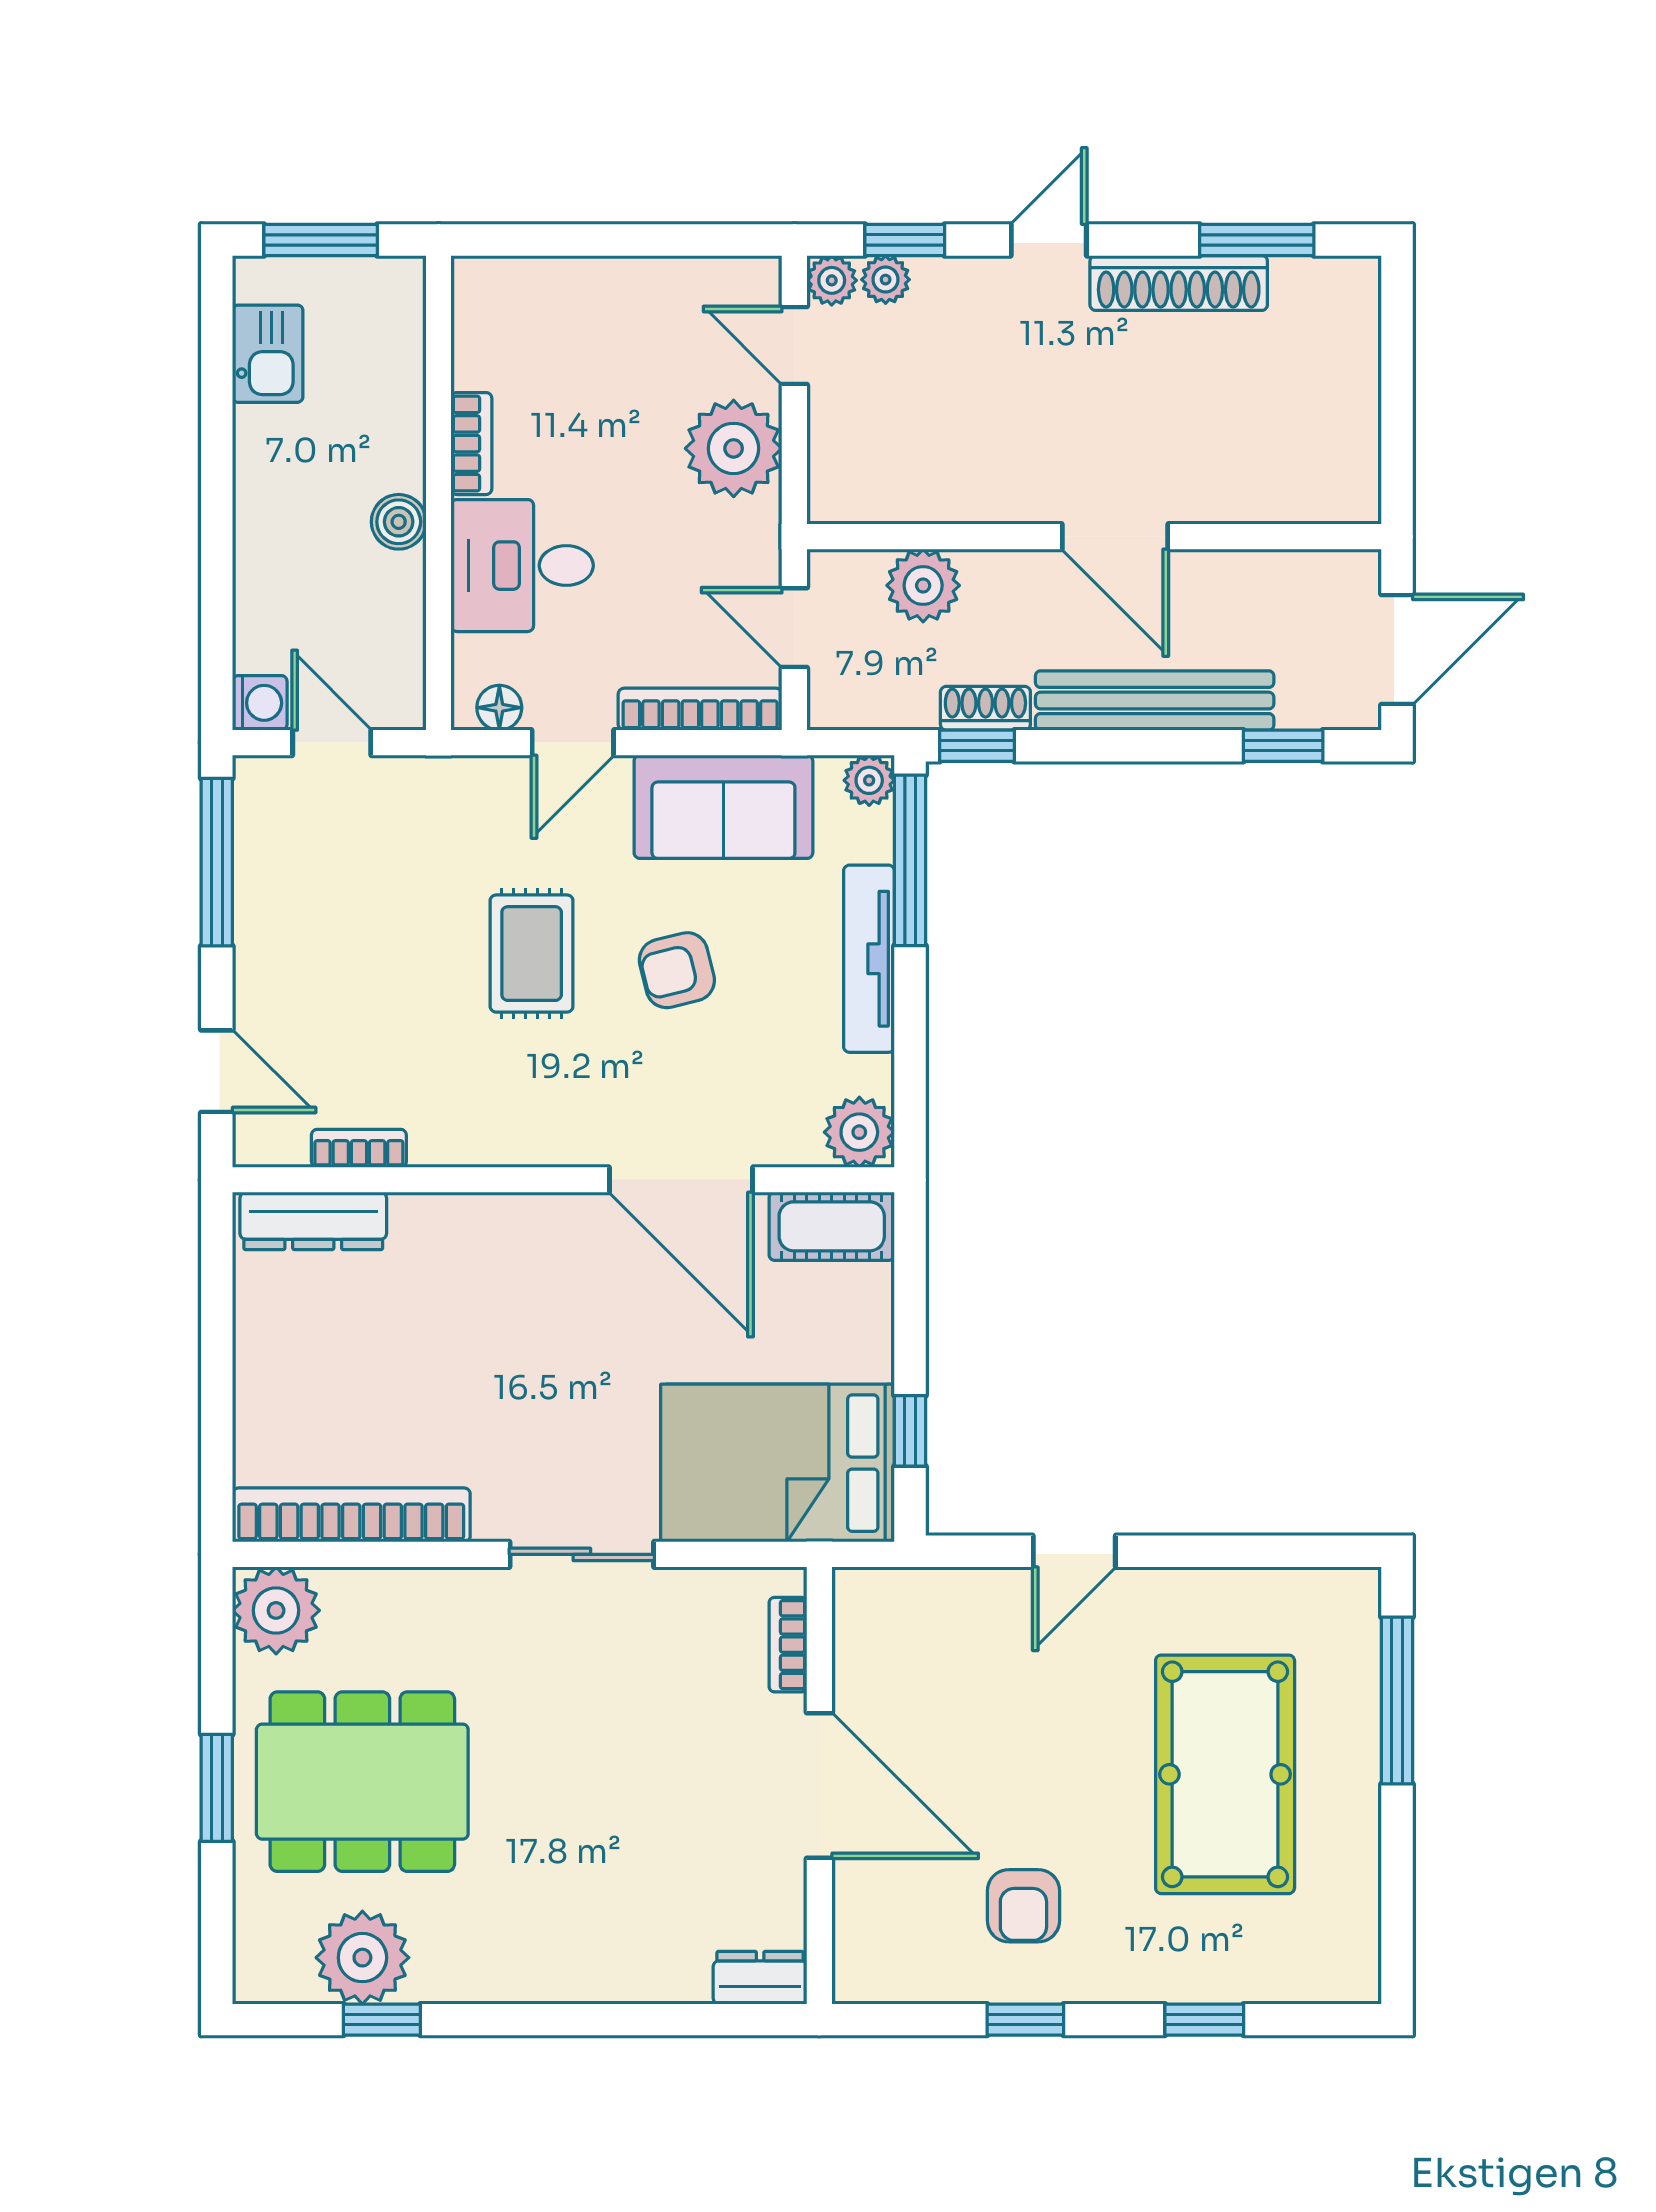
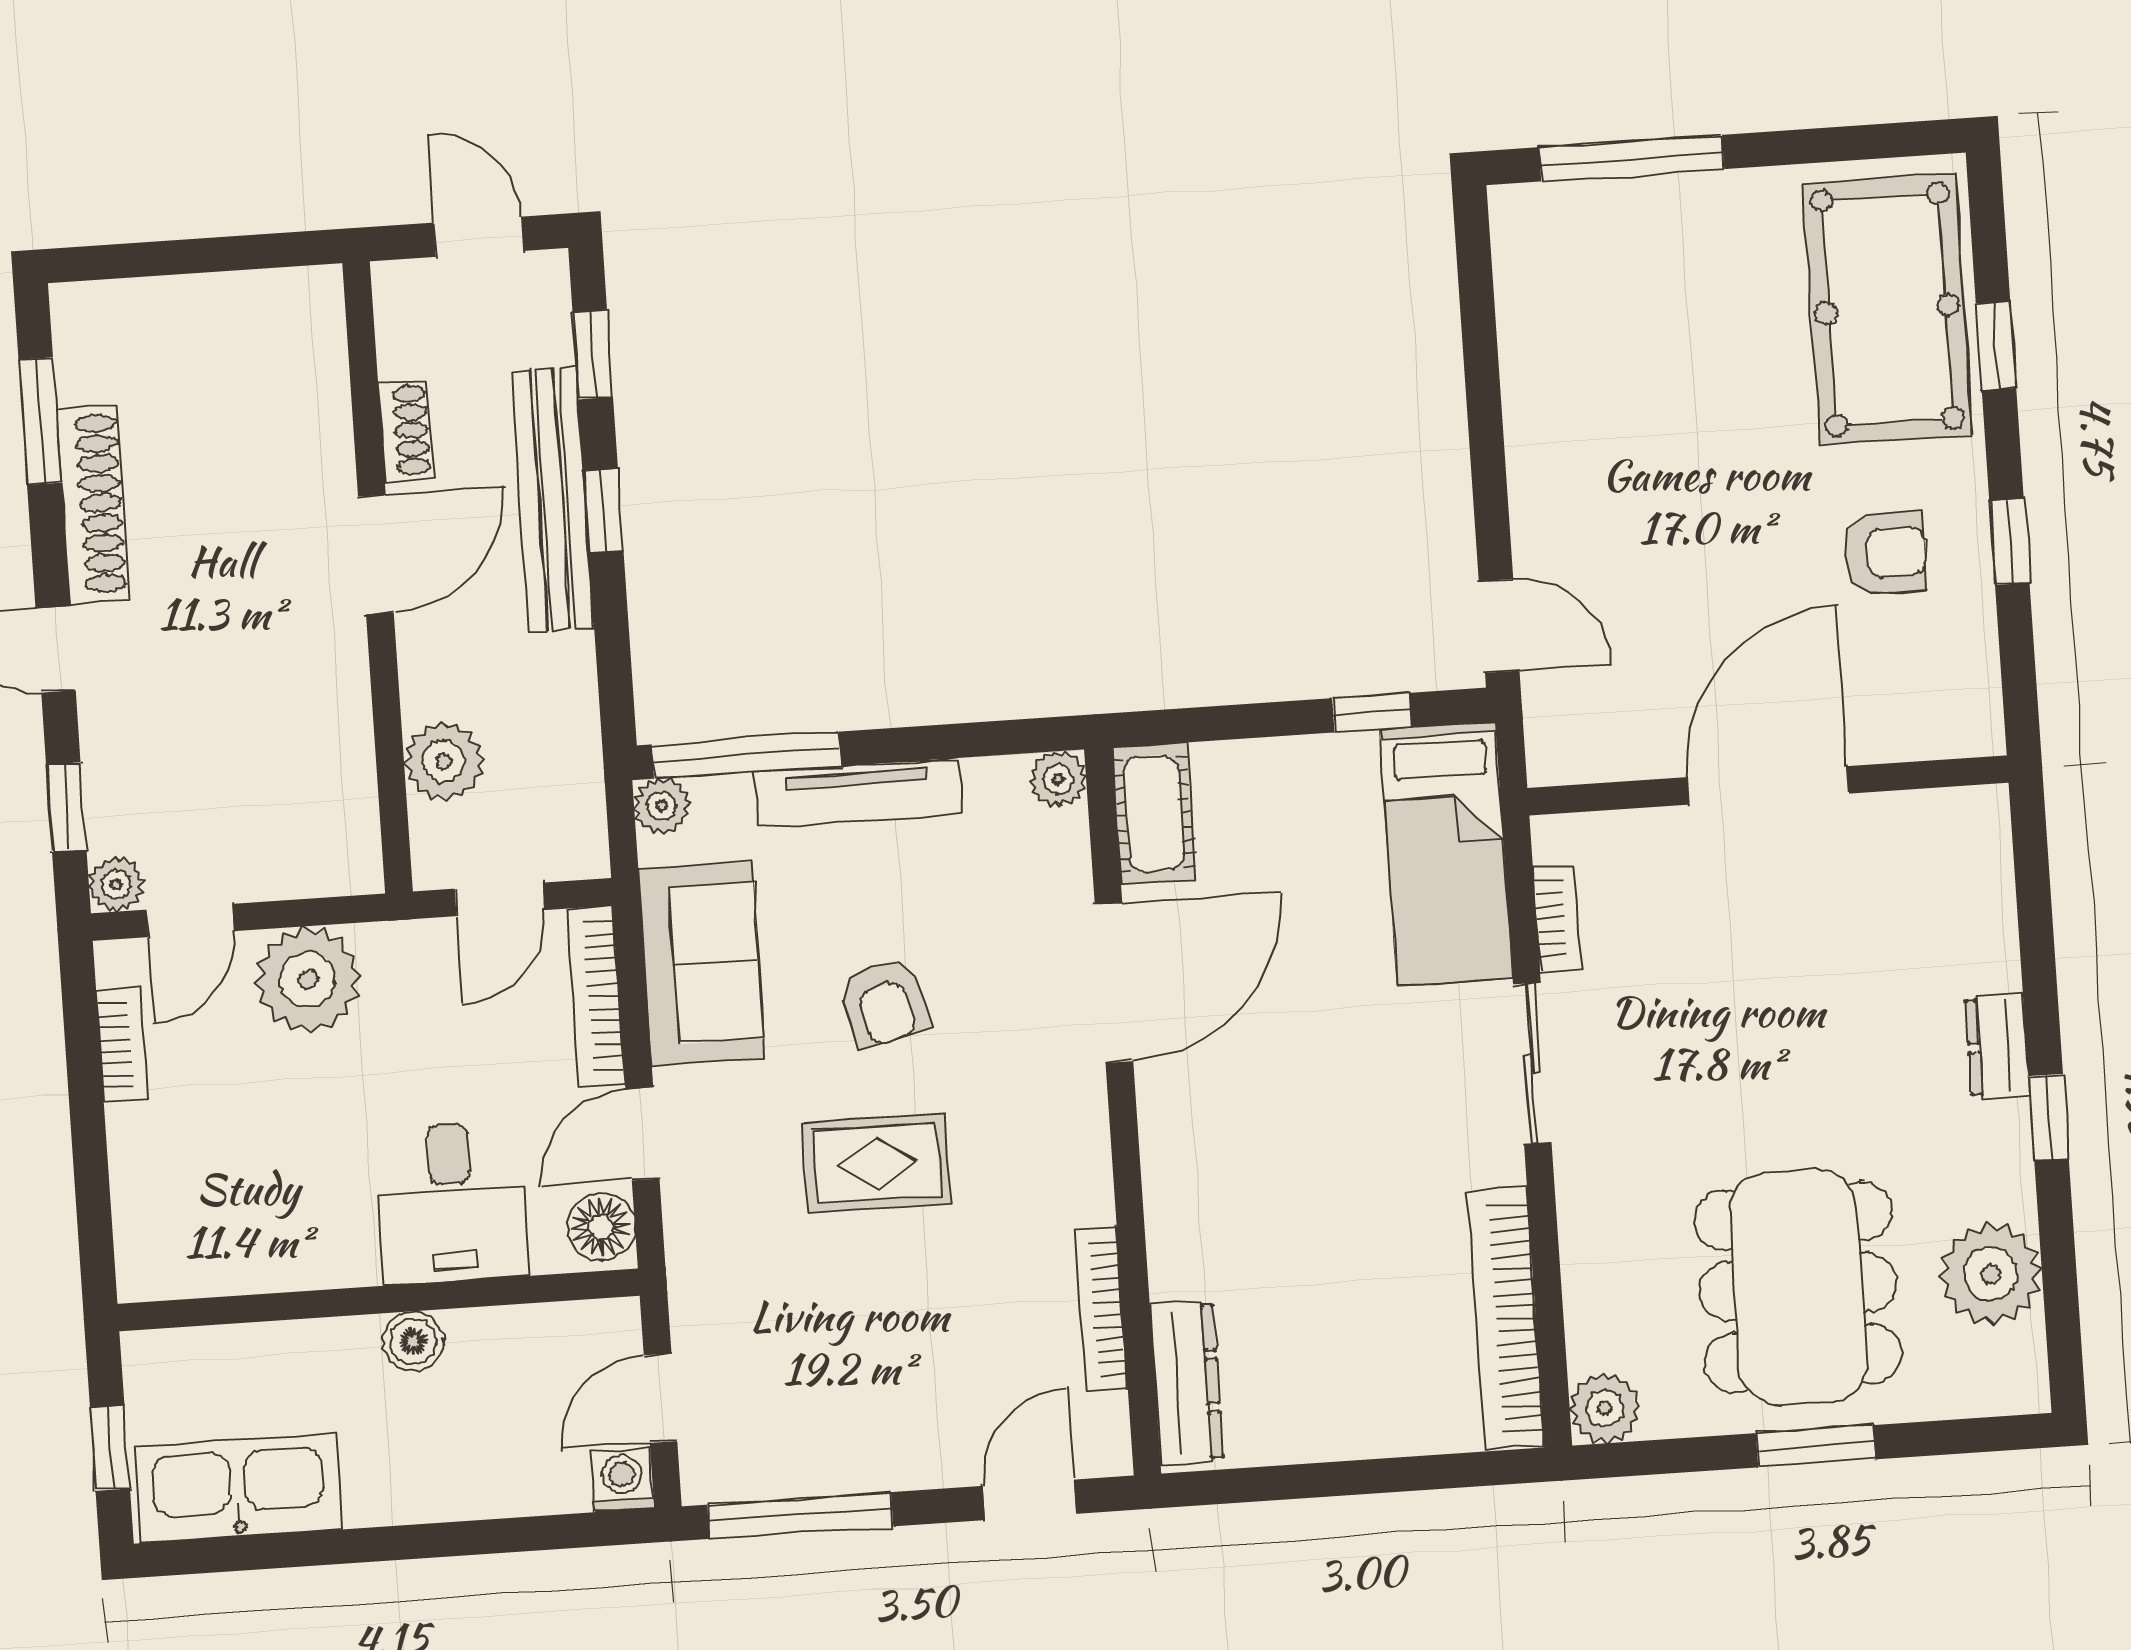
window: (321, 240) -> (110, 1448), width x0.67
plant: (886, 280) -> (111, 825), removed
kitchen sink: (268, 354) -> (238, 1488), width x1.88, depth x1.24
bookcase: (471, 444) -> (122, 1045), moved, turned 90
door: (1397, 650) -> (479, 237), width x0.73
floor lamp: (499, 708) -> (601, 1227), width x1.37, depth x1.37
shoe rack: (985, 708) -> (405, 431), moved, turned 180
door: (573, 743) -> (643, 1134), swing flipped
window: (977, 746) -> (603, 511), moved
plant: (859, 1132) -> (1058, 779), width x0.73, depth x0.73
bookcase: (359, 1148) -> (1101, 1309), width x1.56
bed: (778, 1463) -> (1446, 853), width x0.67
door: (1074, 1551) -> (1499, 626), moved
plant: (276, 1610) -> (1605, 1408), width x0.73, depth x0.73
bookcase: (788, 1645) -> (1557, 918), moved, turned -90
pool table: (1225, 1774) -> (1887, 309), moved, turned 90
dresser: (760, 1978) -> (1998, 1046), moved
window: (382, 2020) -> (2049, 1117), moved

